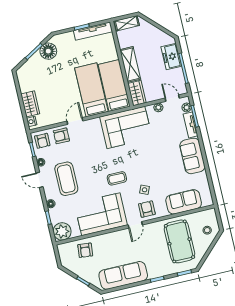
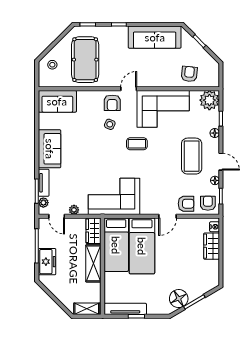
sofa: (184, 202) -> (57, 101), moved

